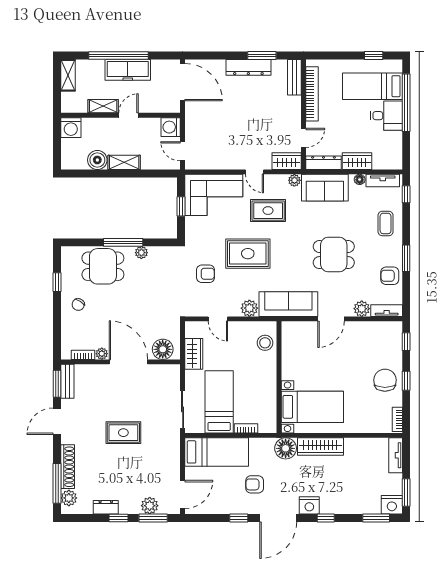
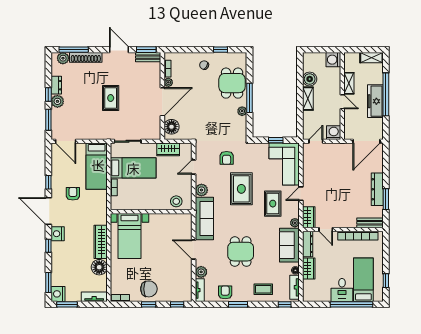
floor lamp: (286, 448) -> (99, 267), moved
plant: (150, 506) -> (57, 101), moved

